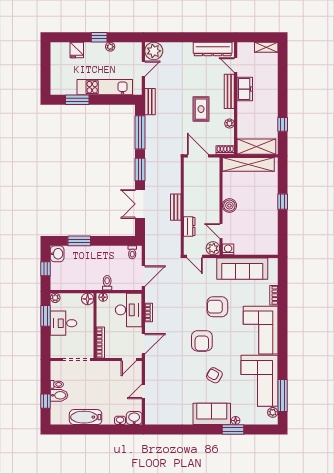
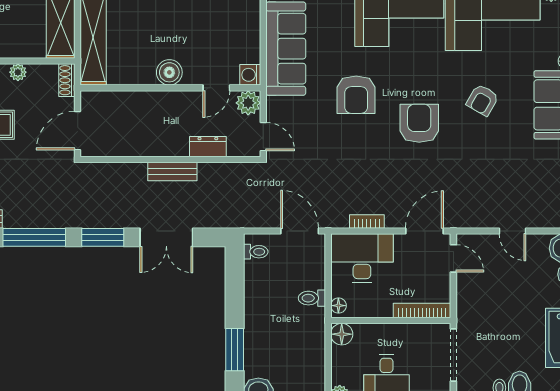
door: (195, 256) -> (263, 137), hinge flipped
armchair: (202, 341) -> (419, 123), turned -90
door: (143, 344) -> (424, 231), hinge flipped

